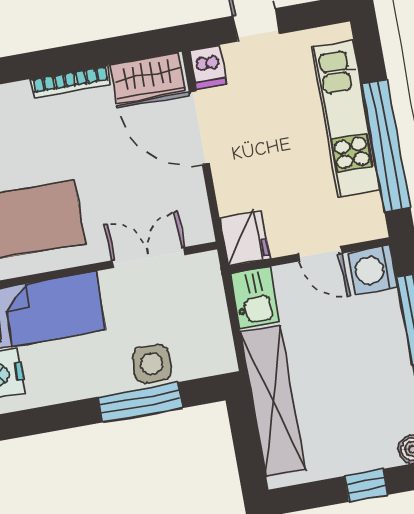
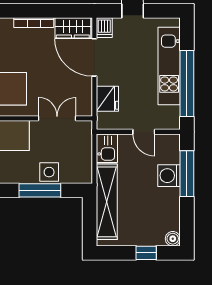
fridge: (245, 238) -> (107, 99), moved
washing machine: (373, 270) -> (169, 176), moved

